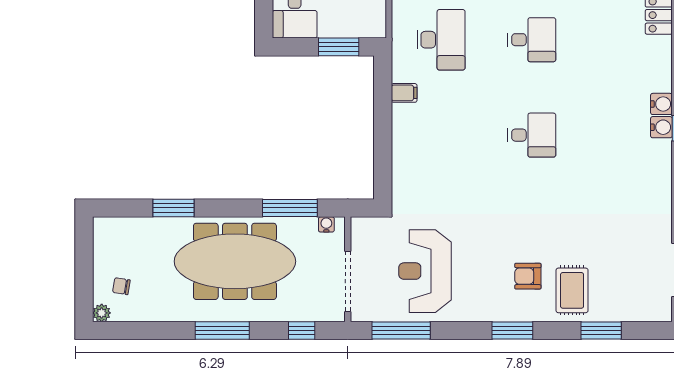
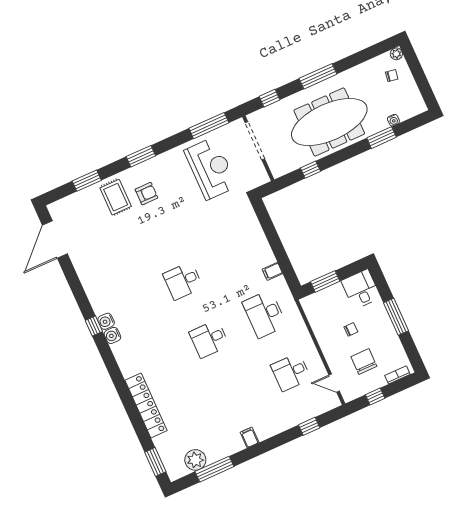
window: (290, 208) -> (310, 170), width x0.46
water cooler: (326, 224) -> (393, 120), moved

